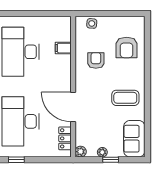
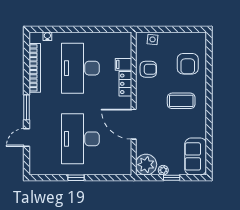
armchair: (96, 60) -> (148, 69), moved, turned 90
coffee table: (125, 98) -> (181, 101), moved
locker: (65, 138) -> (125, 84), moved
plant: (81, 152) -> (146, 165), width x1.88, depth x1.88

